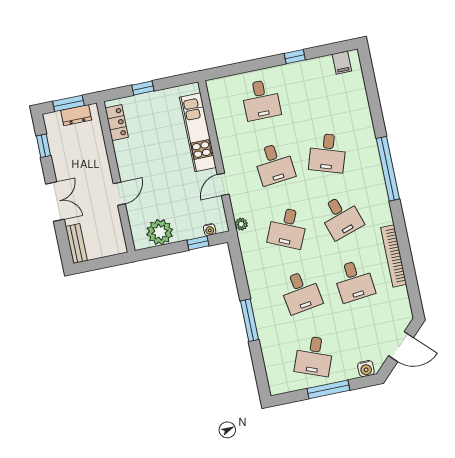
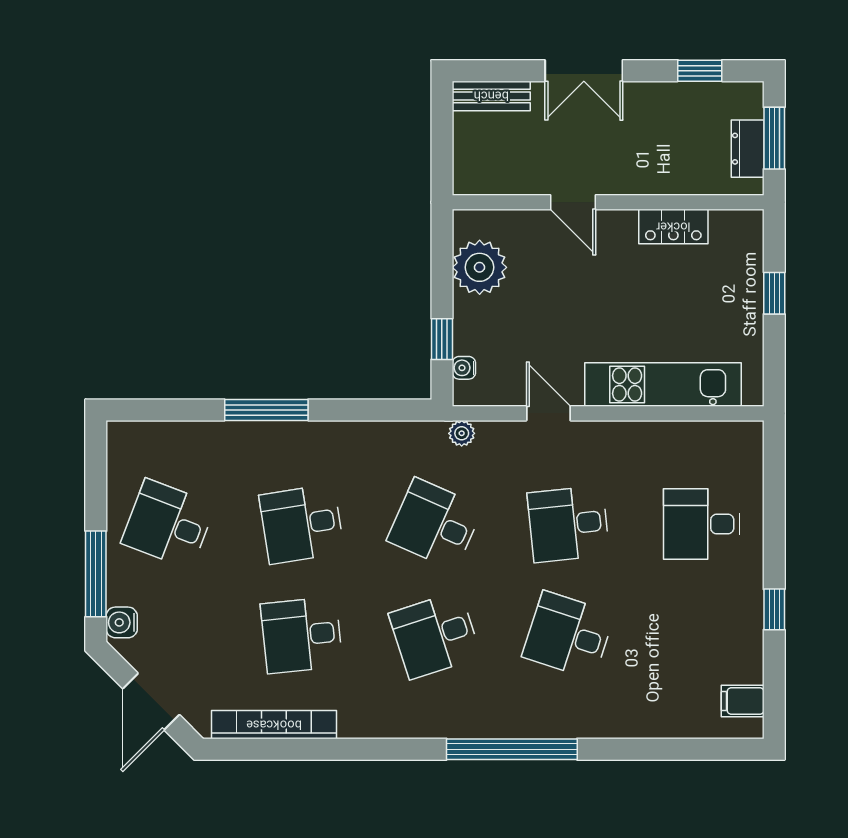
locker: (117, 123) -> (673, 227), moved
bookcase: (394, 256) -> (274, 725), moved
window: (328, 389) -> (96, 574), moved

